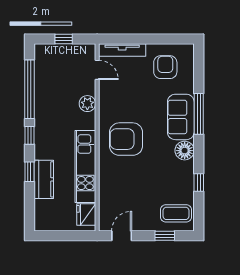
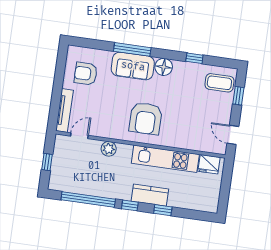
kitchen counter: (44, 179) -> (150, 195), moved
coffee table: (176, 213) -> (219, 83), turned 90

